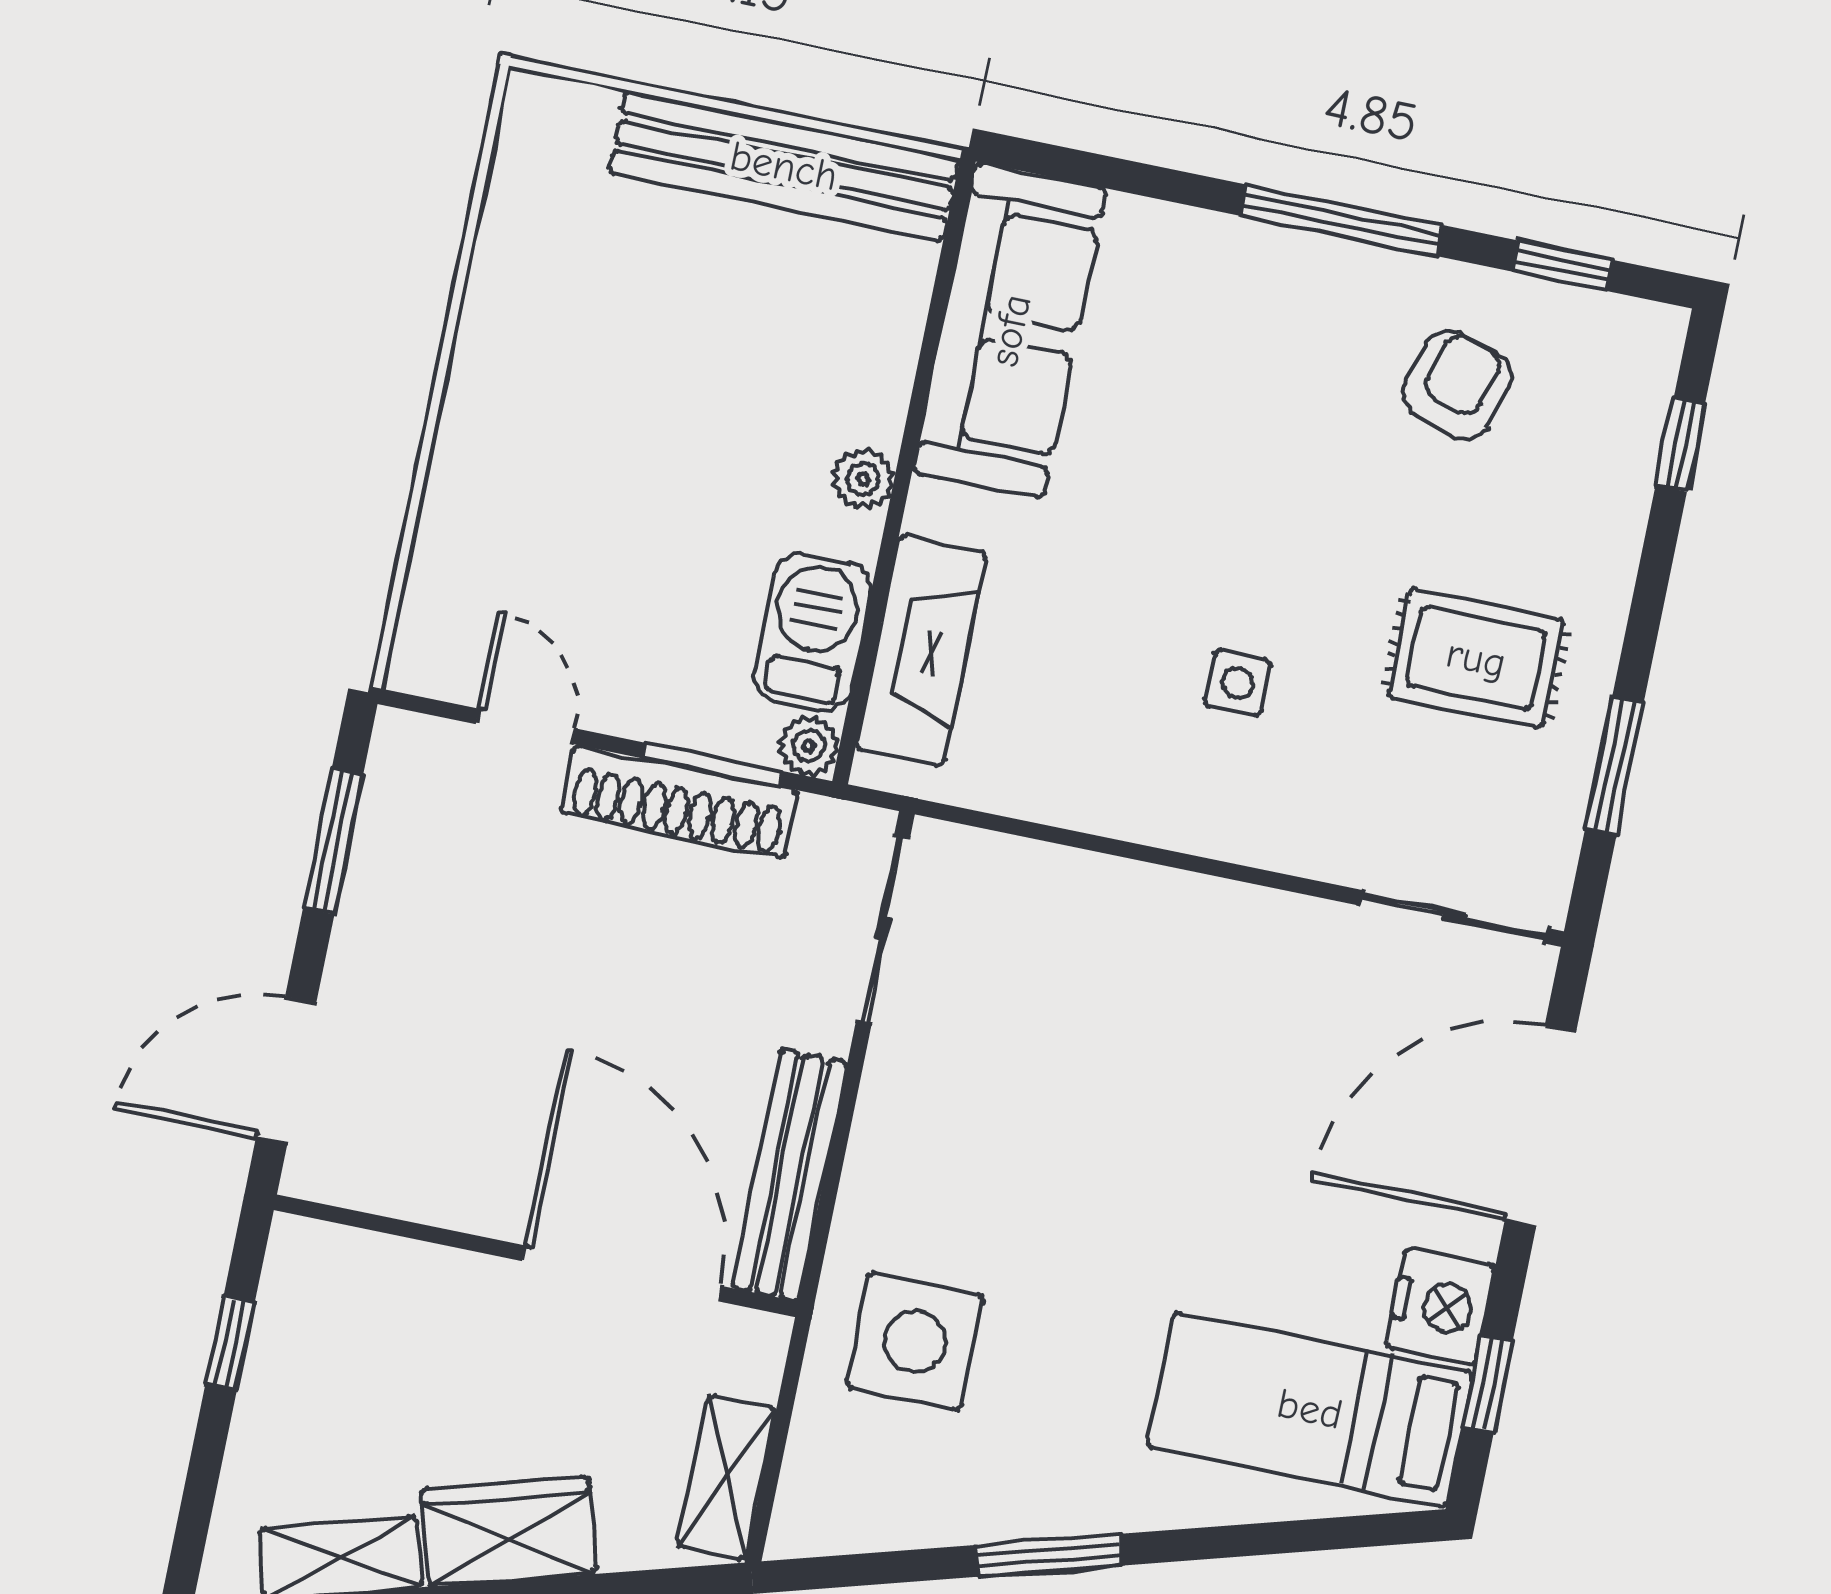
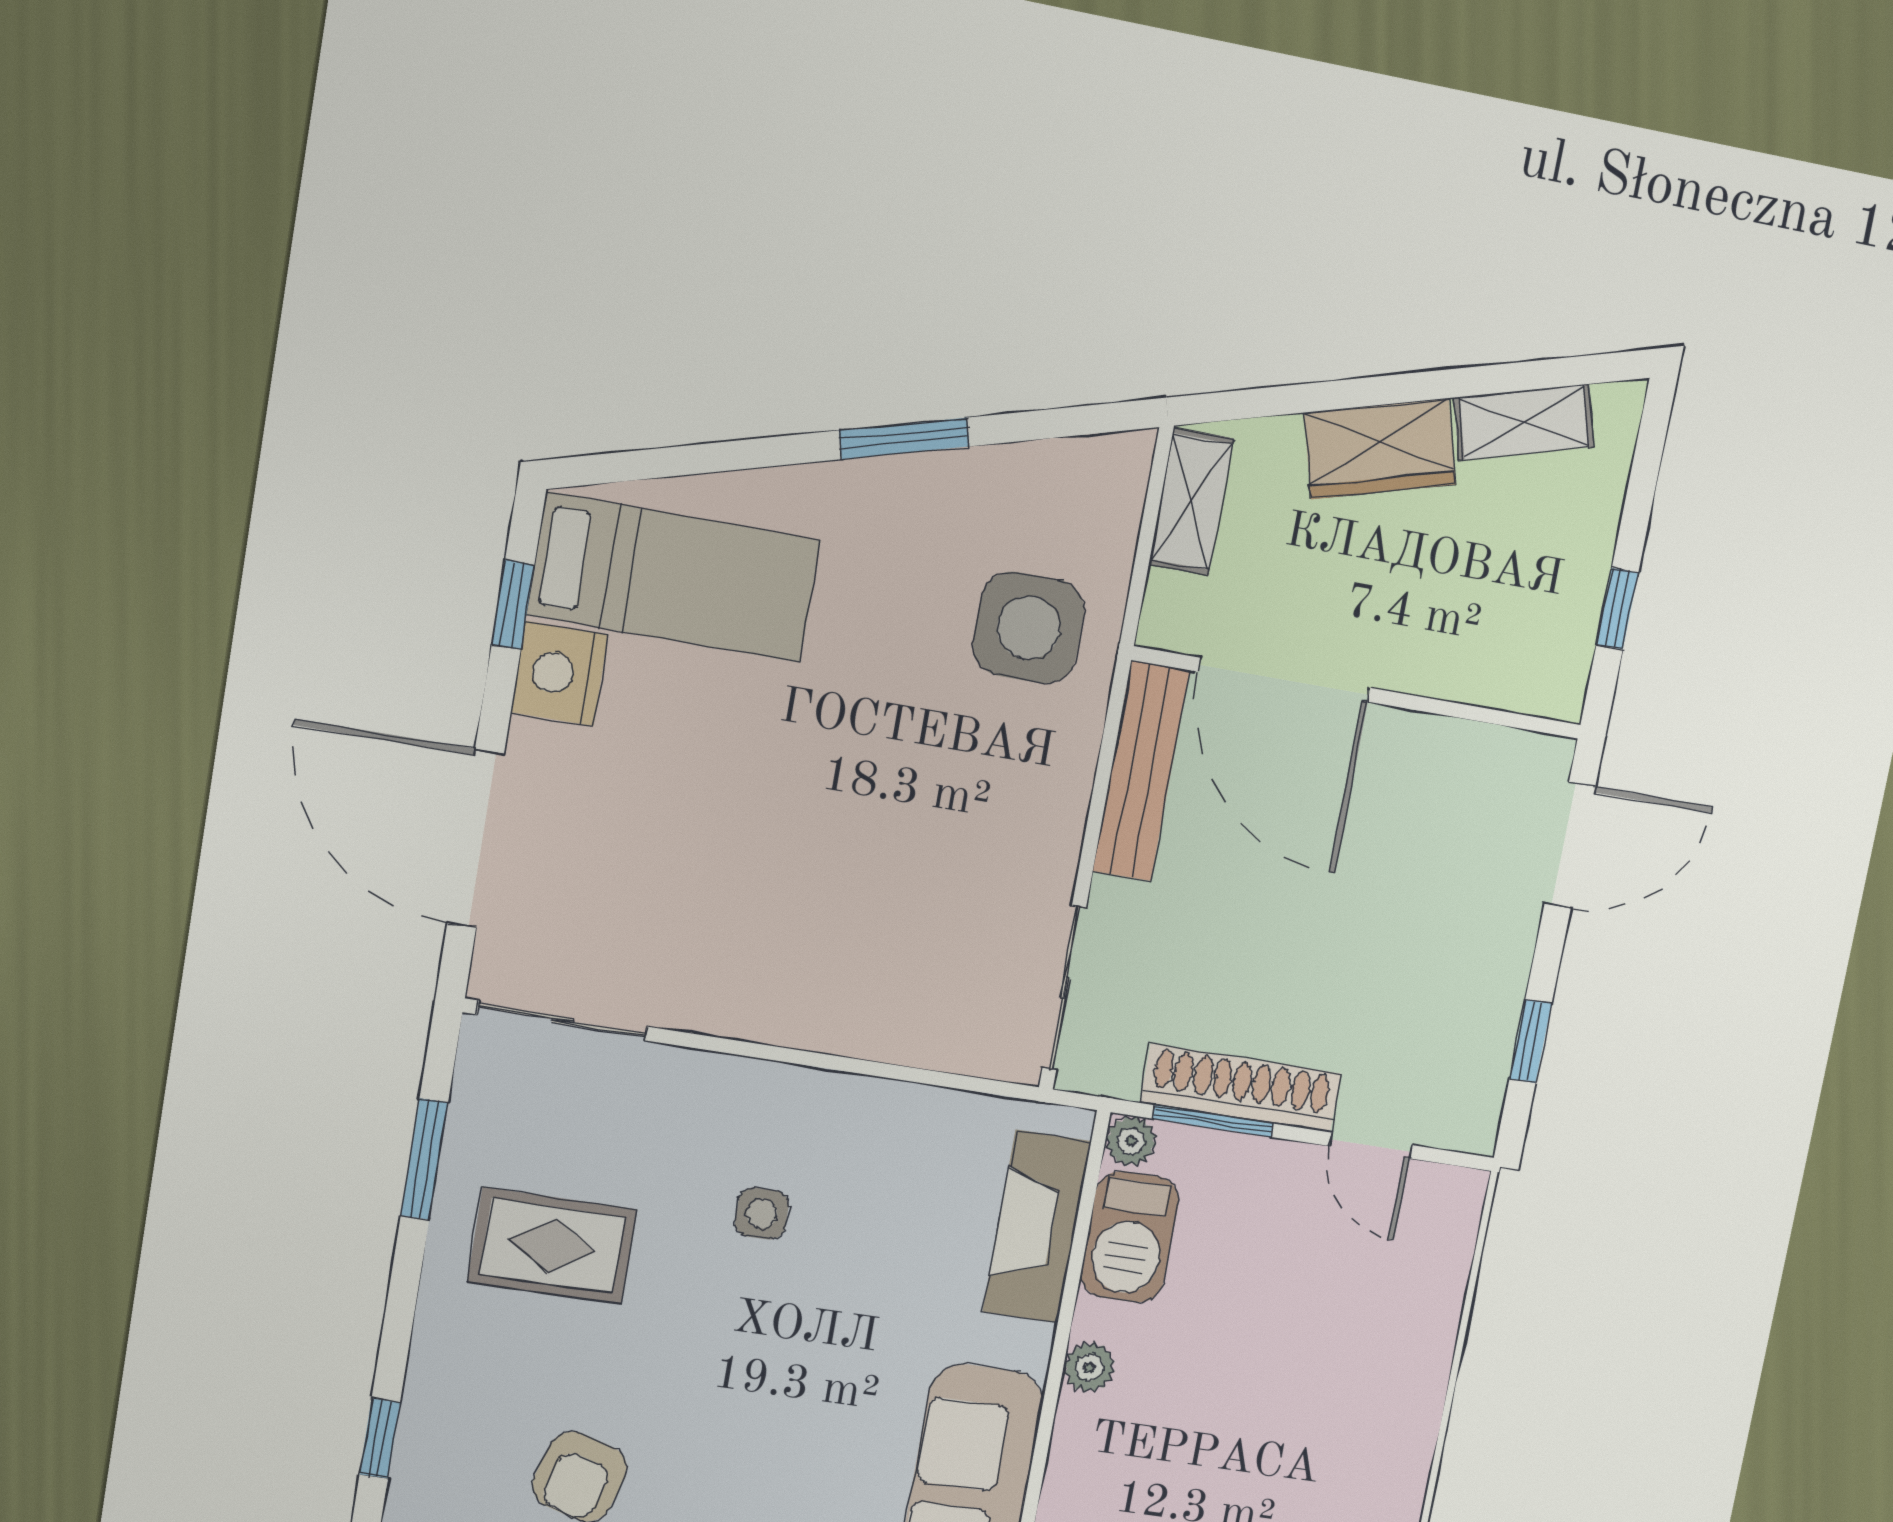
window: (333, 841) -> (1530, 1041), width x0.67
door: (1540, 1126) -> (476, 839), swing flipped

